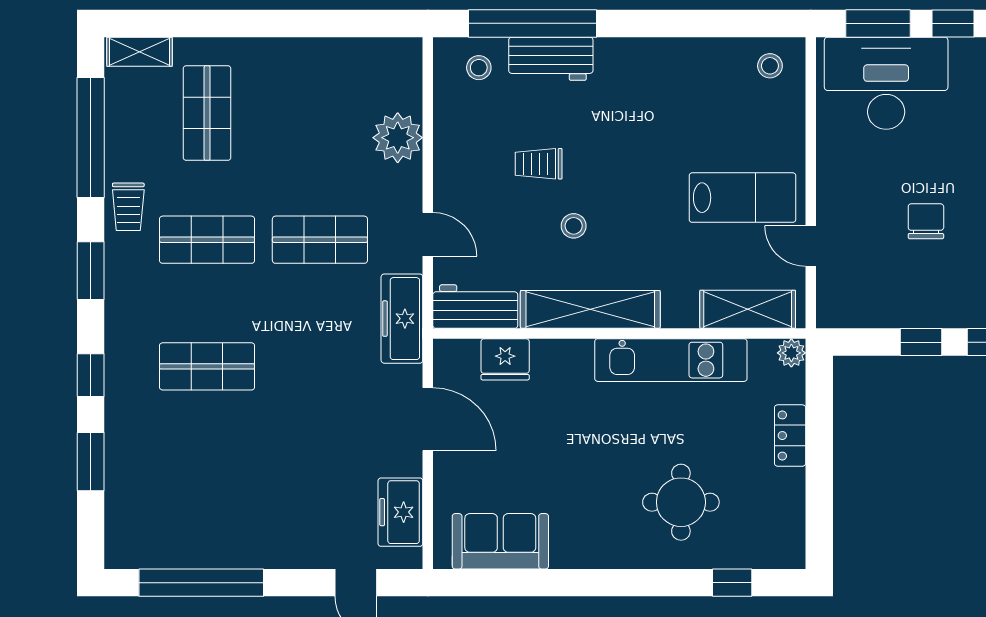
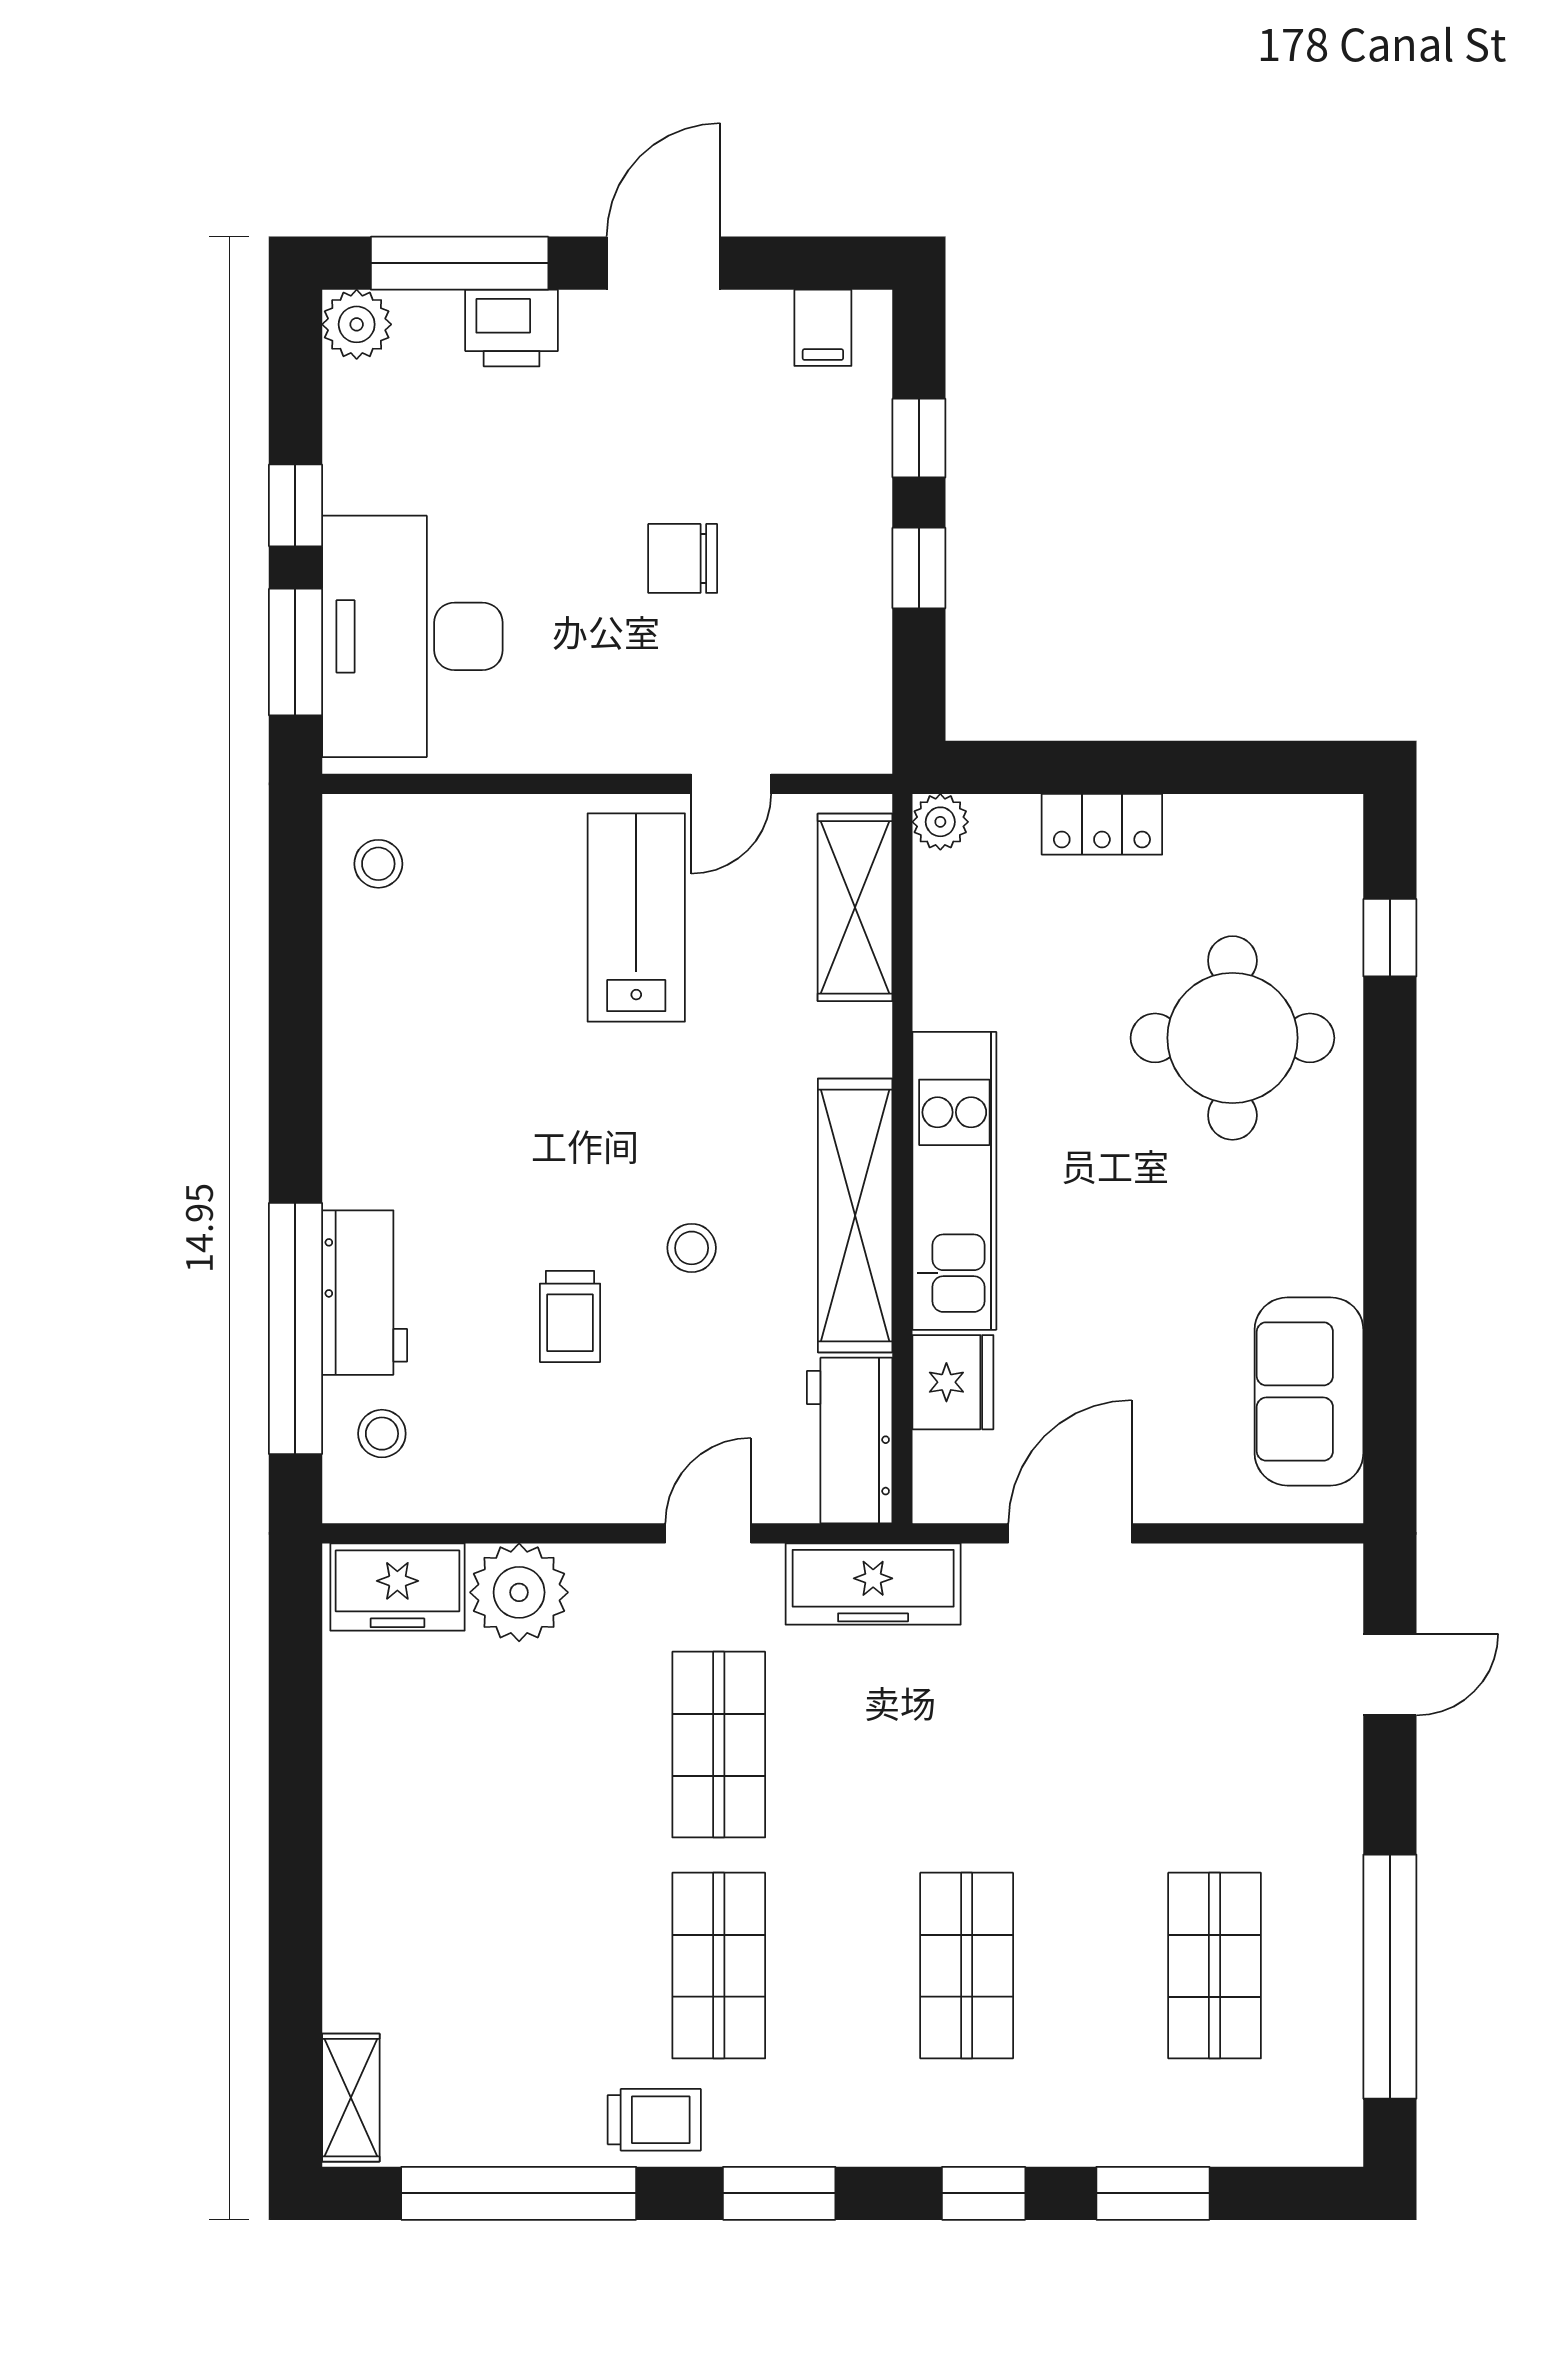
shop shelf: (207, 113) -> (1215, 1966), moved, turned 90
kitchen unit: (671, 360) -> (954, 1181), moved
round table: (681, 502) -> (1232, 1038), width x1.36, depth x1.36
freezer: (400, 512) -> (397, 1587), moved

